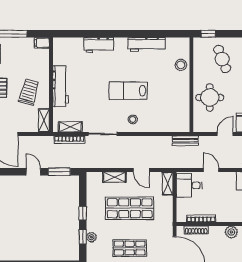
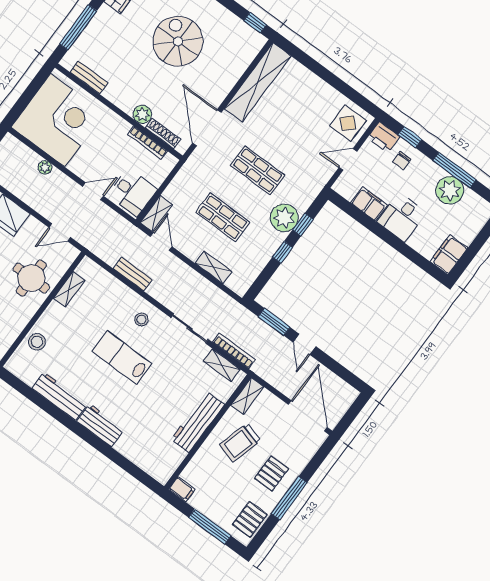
workbench: (99, 45) -> (101, 425), moved
lab bench: (128, 91) -> (122, 357), turned 180
shelving: (185, 107) -> (69, 289), added
door: (225, 134) -> (60, 232), moved
bench: (185, 141) -> (133, 274), moved
door: (141, 170) -> (161, 242), moved
door: (211, 170) -> (93, 191), swing flipped
shop shelf: (130, 208) -> (223, 217), width x0.70, depth x0.74
plant: (231, 232) -> (142, 114), moved
plant: (91, 237) -> (284, 218), width x1.88, depth x1.88

